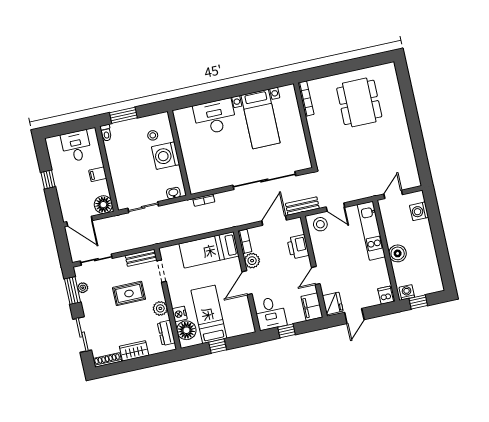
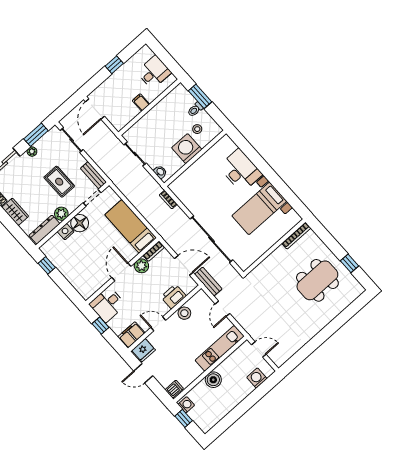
window: (360, 63) -> (349, 263), added
toilet: (106, 133) -> (195, 109), moved
floor lamp: (103, 205) -> (119, 121), removed
stool: (320, 224) -> (184, 313), moved
door: (247, 283) -> (121, 272), hinge flipped
plant: (83, 288) -> (32, 152), moved
bed: (209, 314) -> (79, 255), removed
floor lamp: (186, 330) -> (80, 223), moved
dresser: (166, 333) -> (44, 230), width x1.44
window: (218, 346) -> (47, 265), moved

